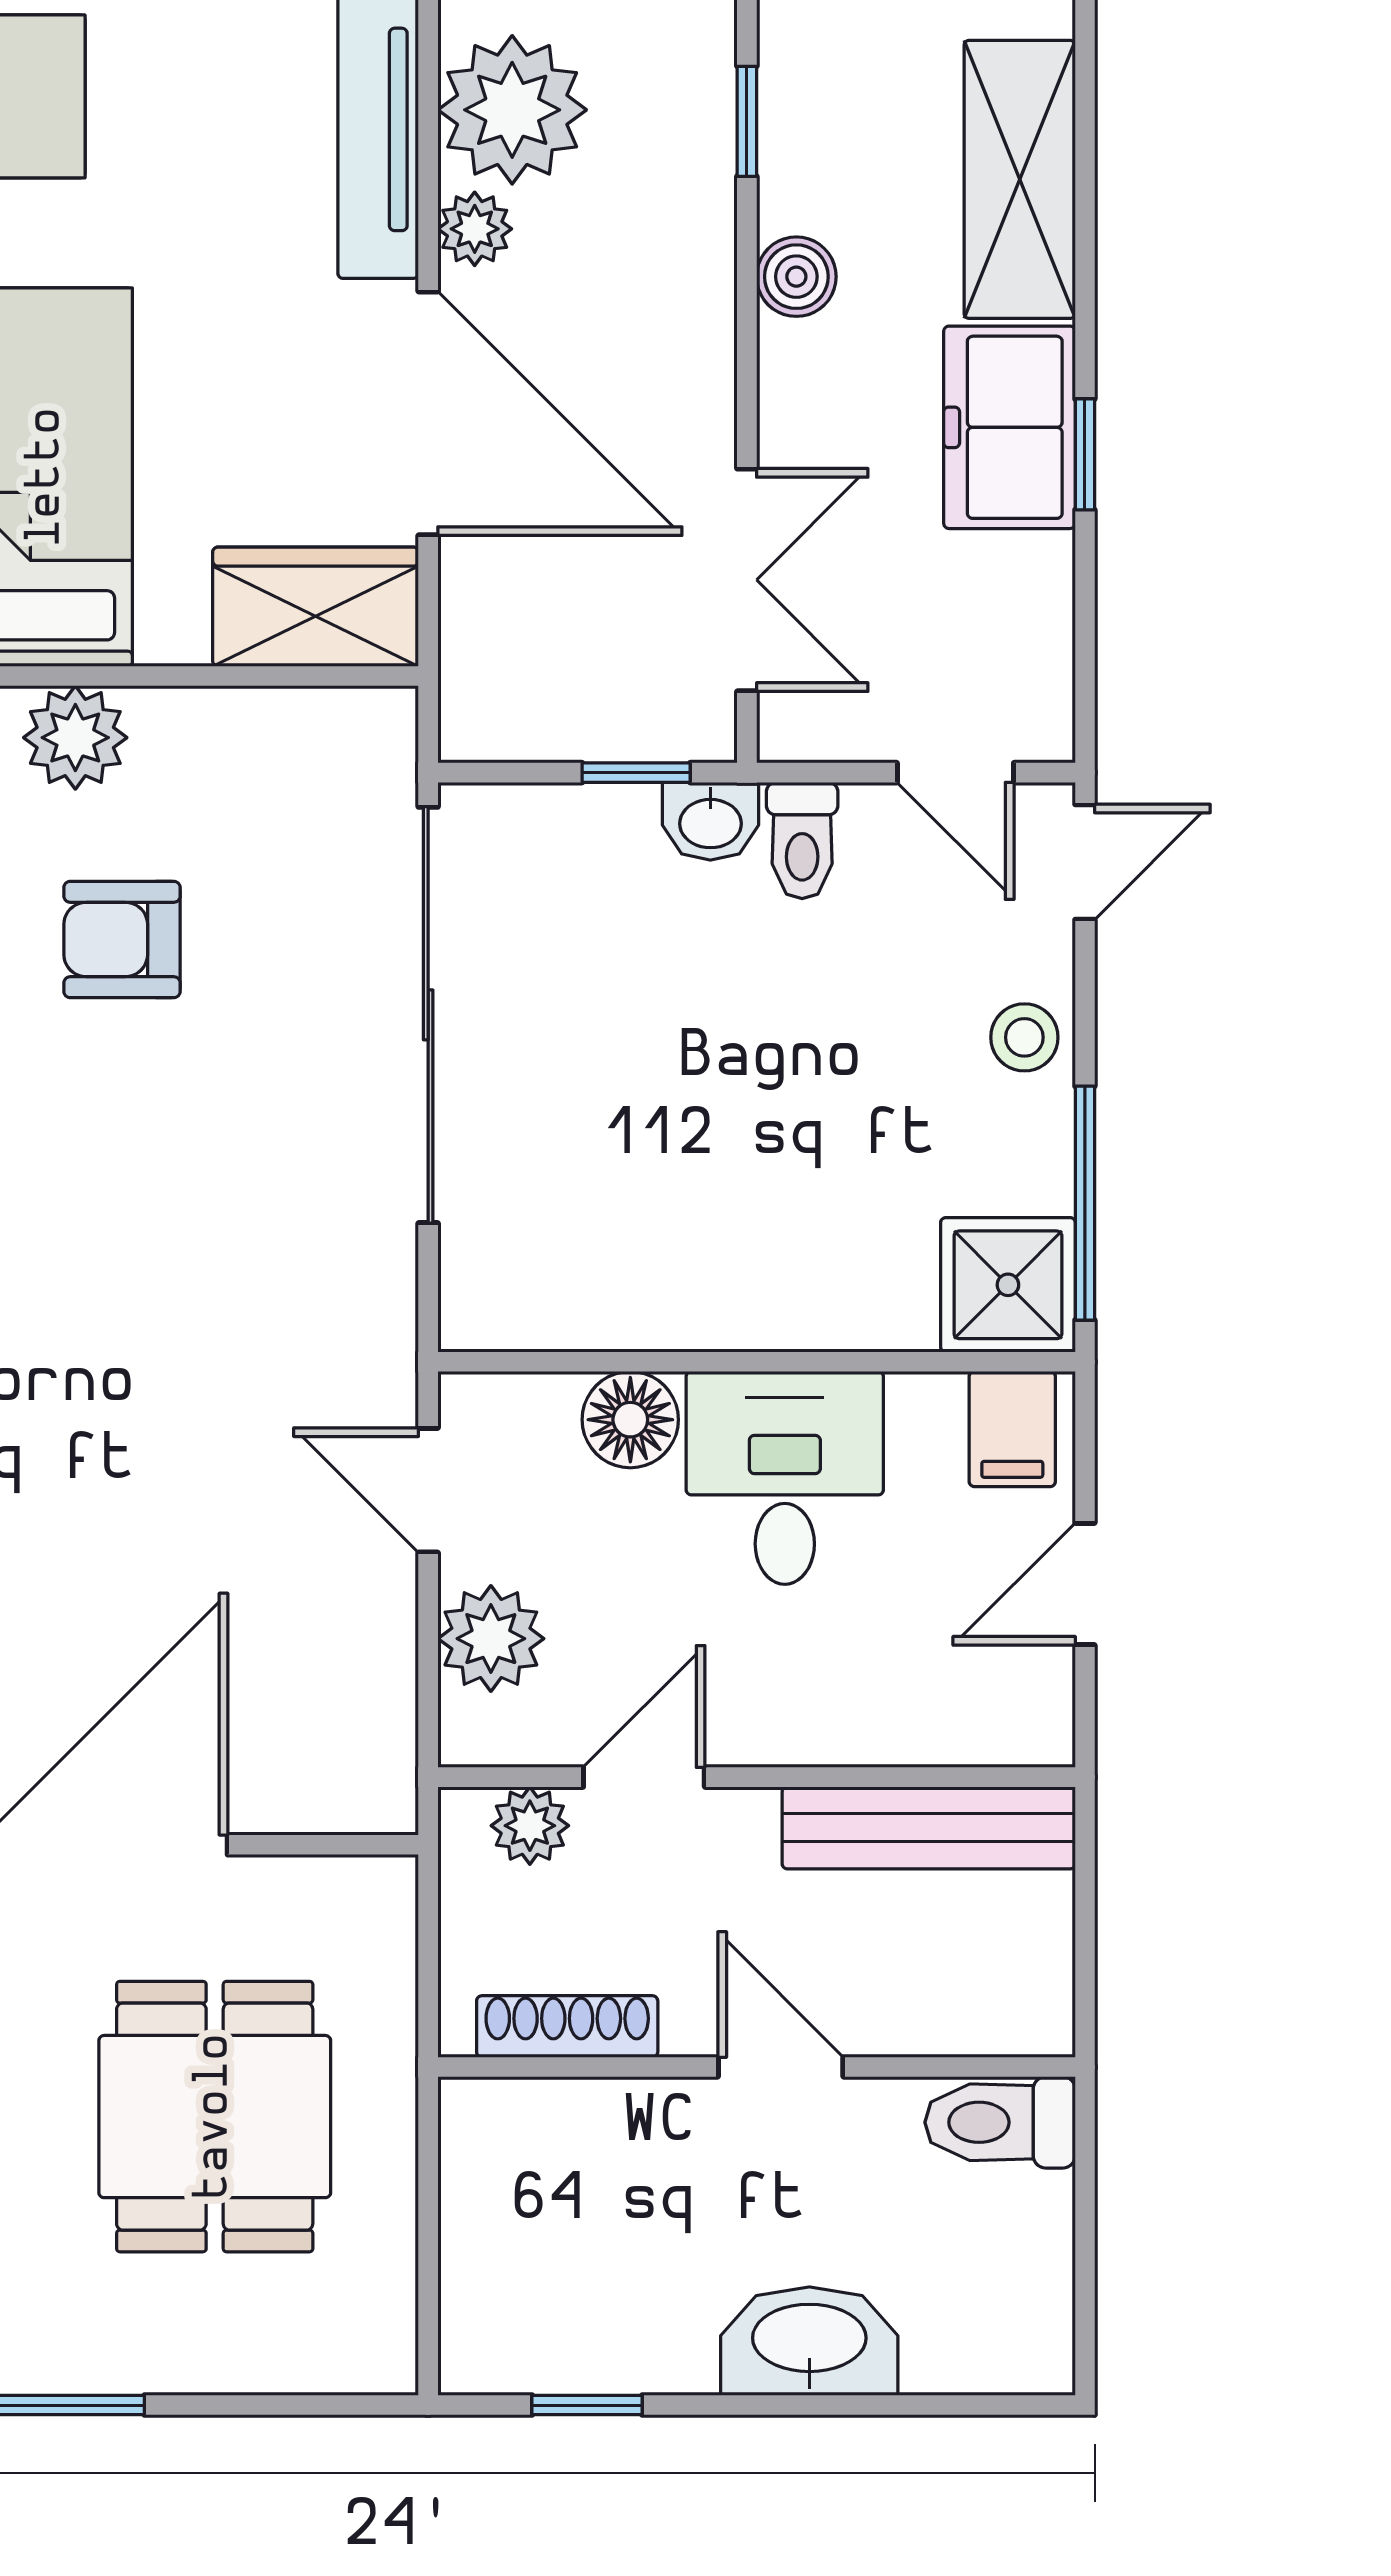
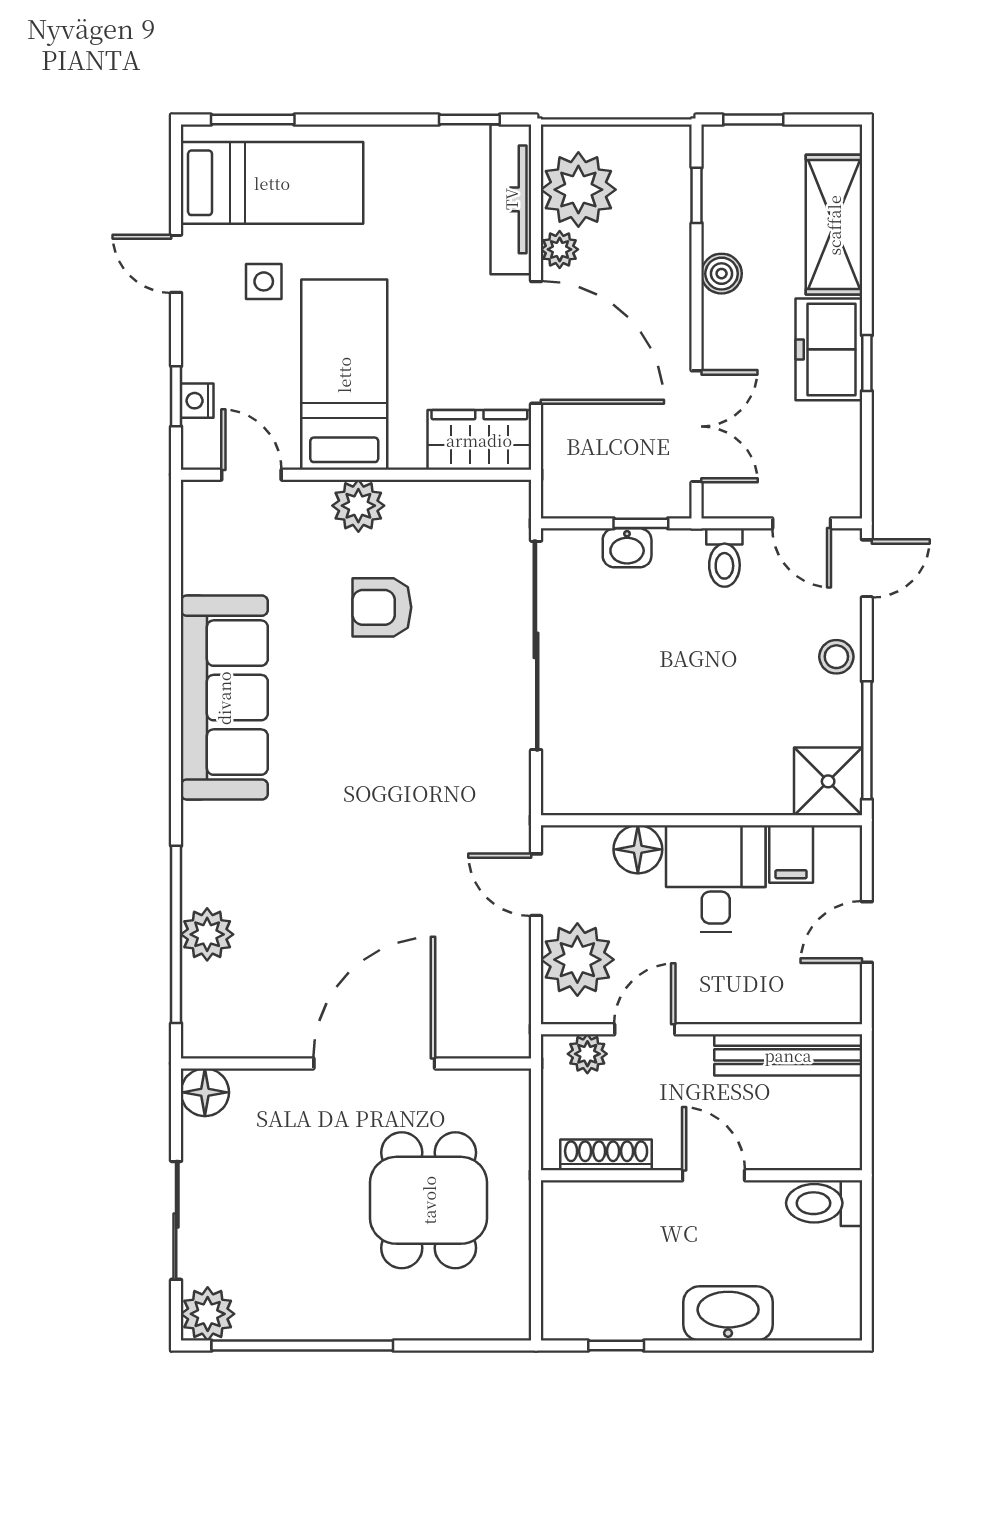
washbasin: (710, 821) -> (627, 548), moved
filing cabinet: (1012, 1429) -> (791, 854), moved
plant: (491, 1639) -> (577, 960), width x1.36, depth x1.36

